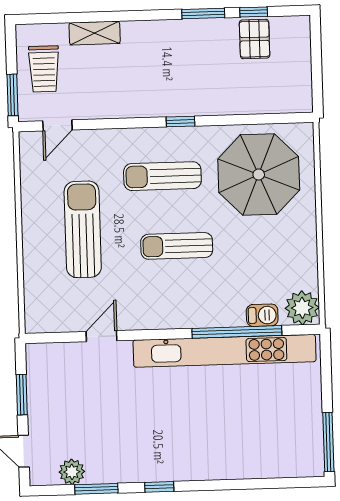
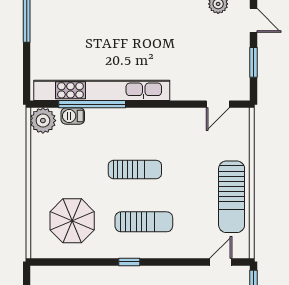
parasol: (259, 174) -> (72, 221), width x0.73, depth x0.73
sun lounger: (83, 229) -> (232, 197), moved
door: (102, 336) -> (218, 104), moved

